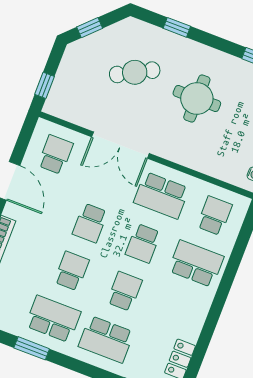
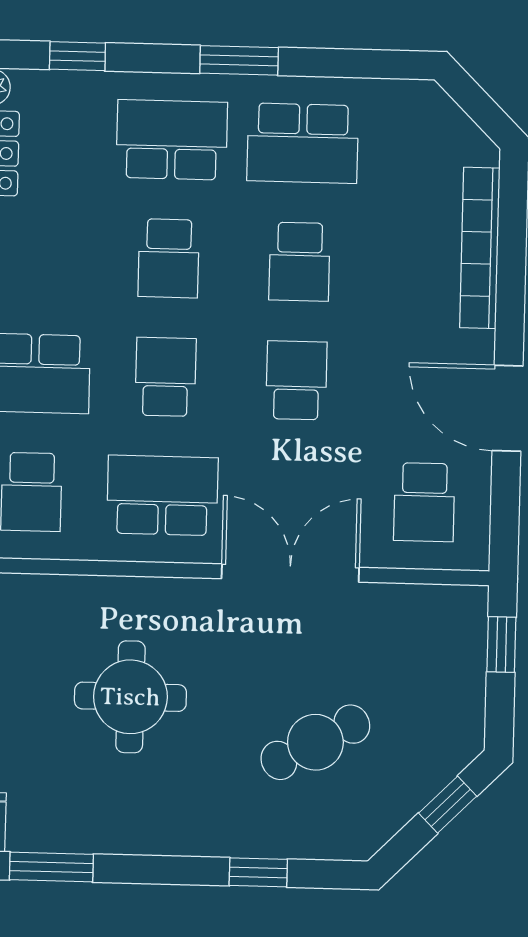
round table: (197, 98) -> (130, 697), moved
window: (32, 348) -> (239, 60), moved

